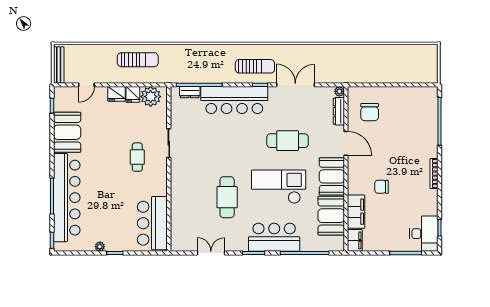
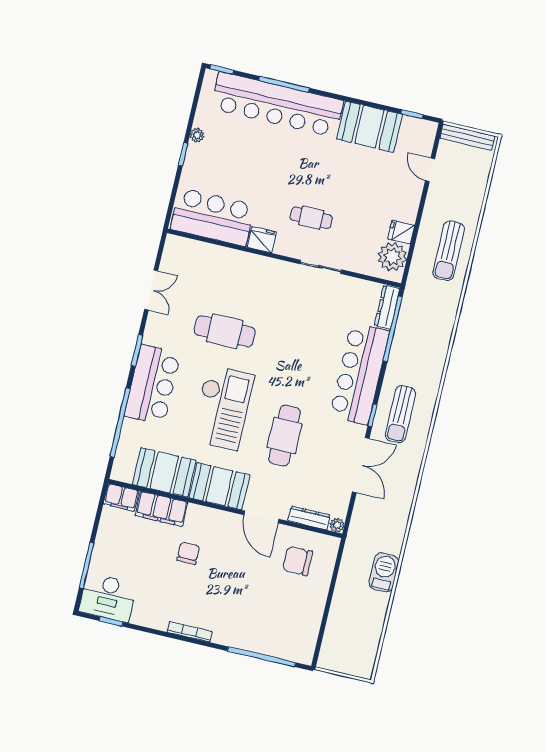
barbecue: (364, 53) -> (384, 572), added
dresser: (190, 92) -> (387, 307), width x1.44
fridge: (116, 94) -> (262, 240), moved, turned 90
door: (346, 143) -> (261, 517), hinge flipped

